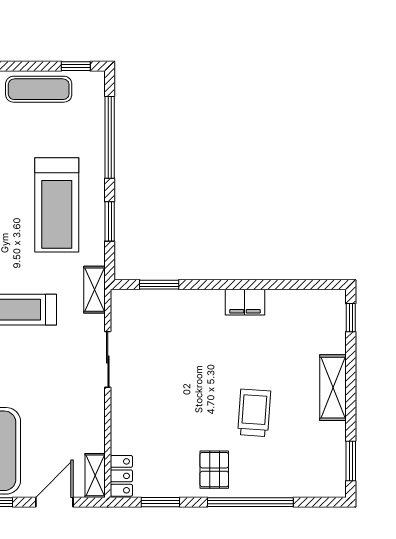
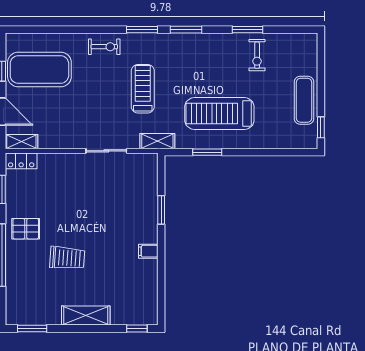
window: (110, 137) -> (269, 152), removed
window: (159, 285) -> (161, 210), moved
filing cabinet: (245, 302) -> (148, 251), width x0.50

